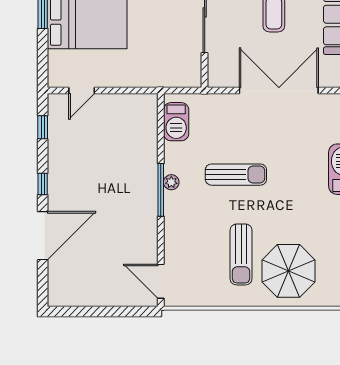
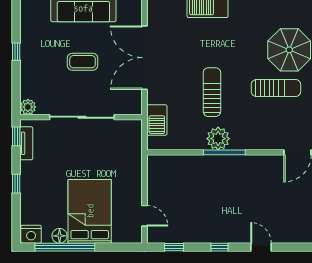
barbecue: (176, 122) -> (157, 120), moved, turned 90
plant: (171, 182) -> (218, 139), width x1.88, depth x1.88
door: (43, 236) -> (261, 247), width x0.53

